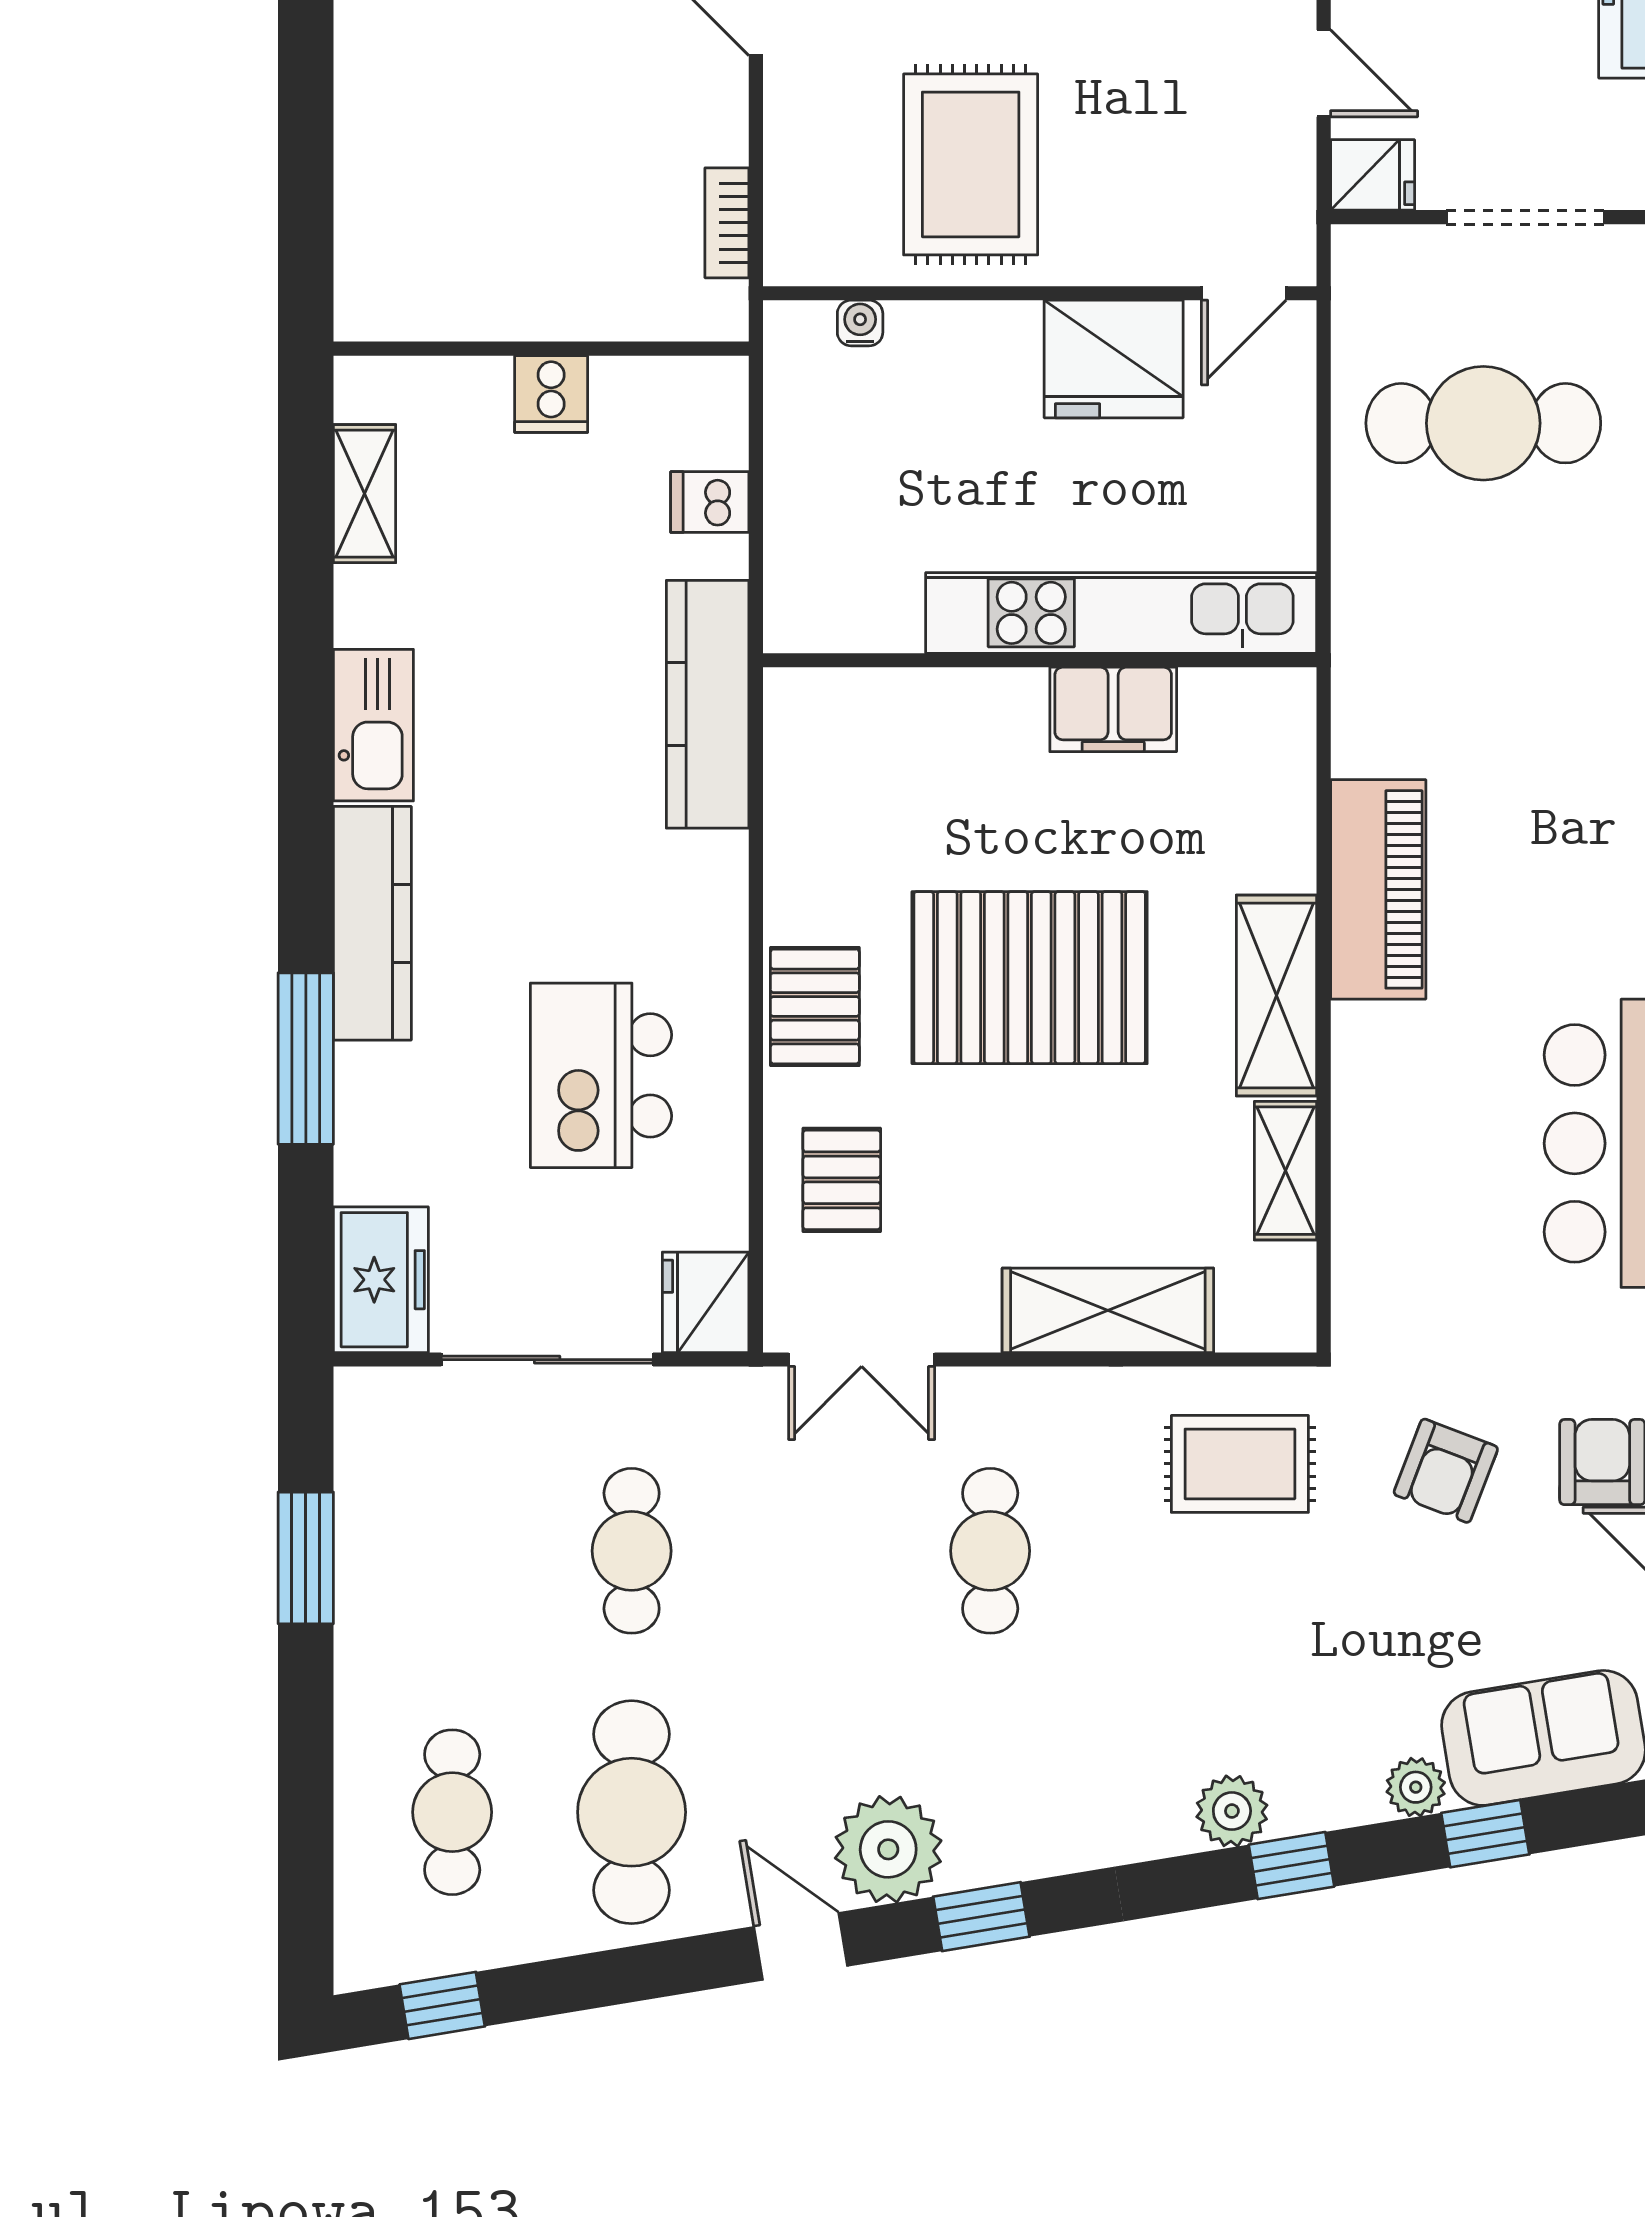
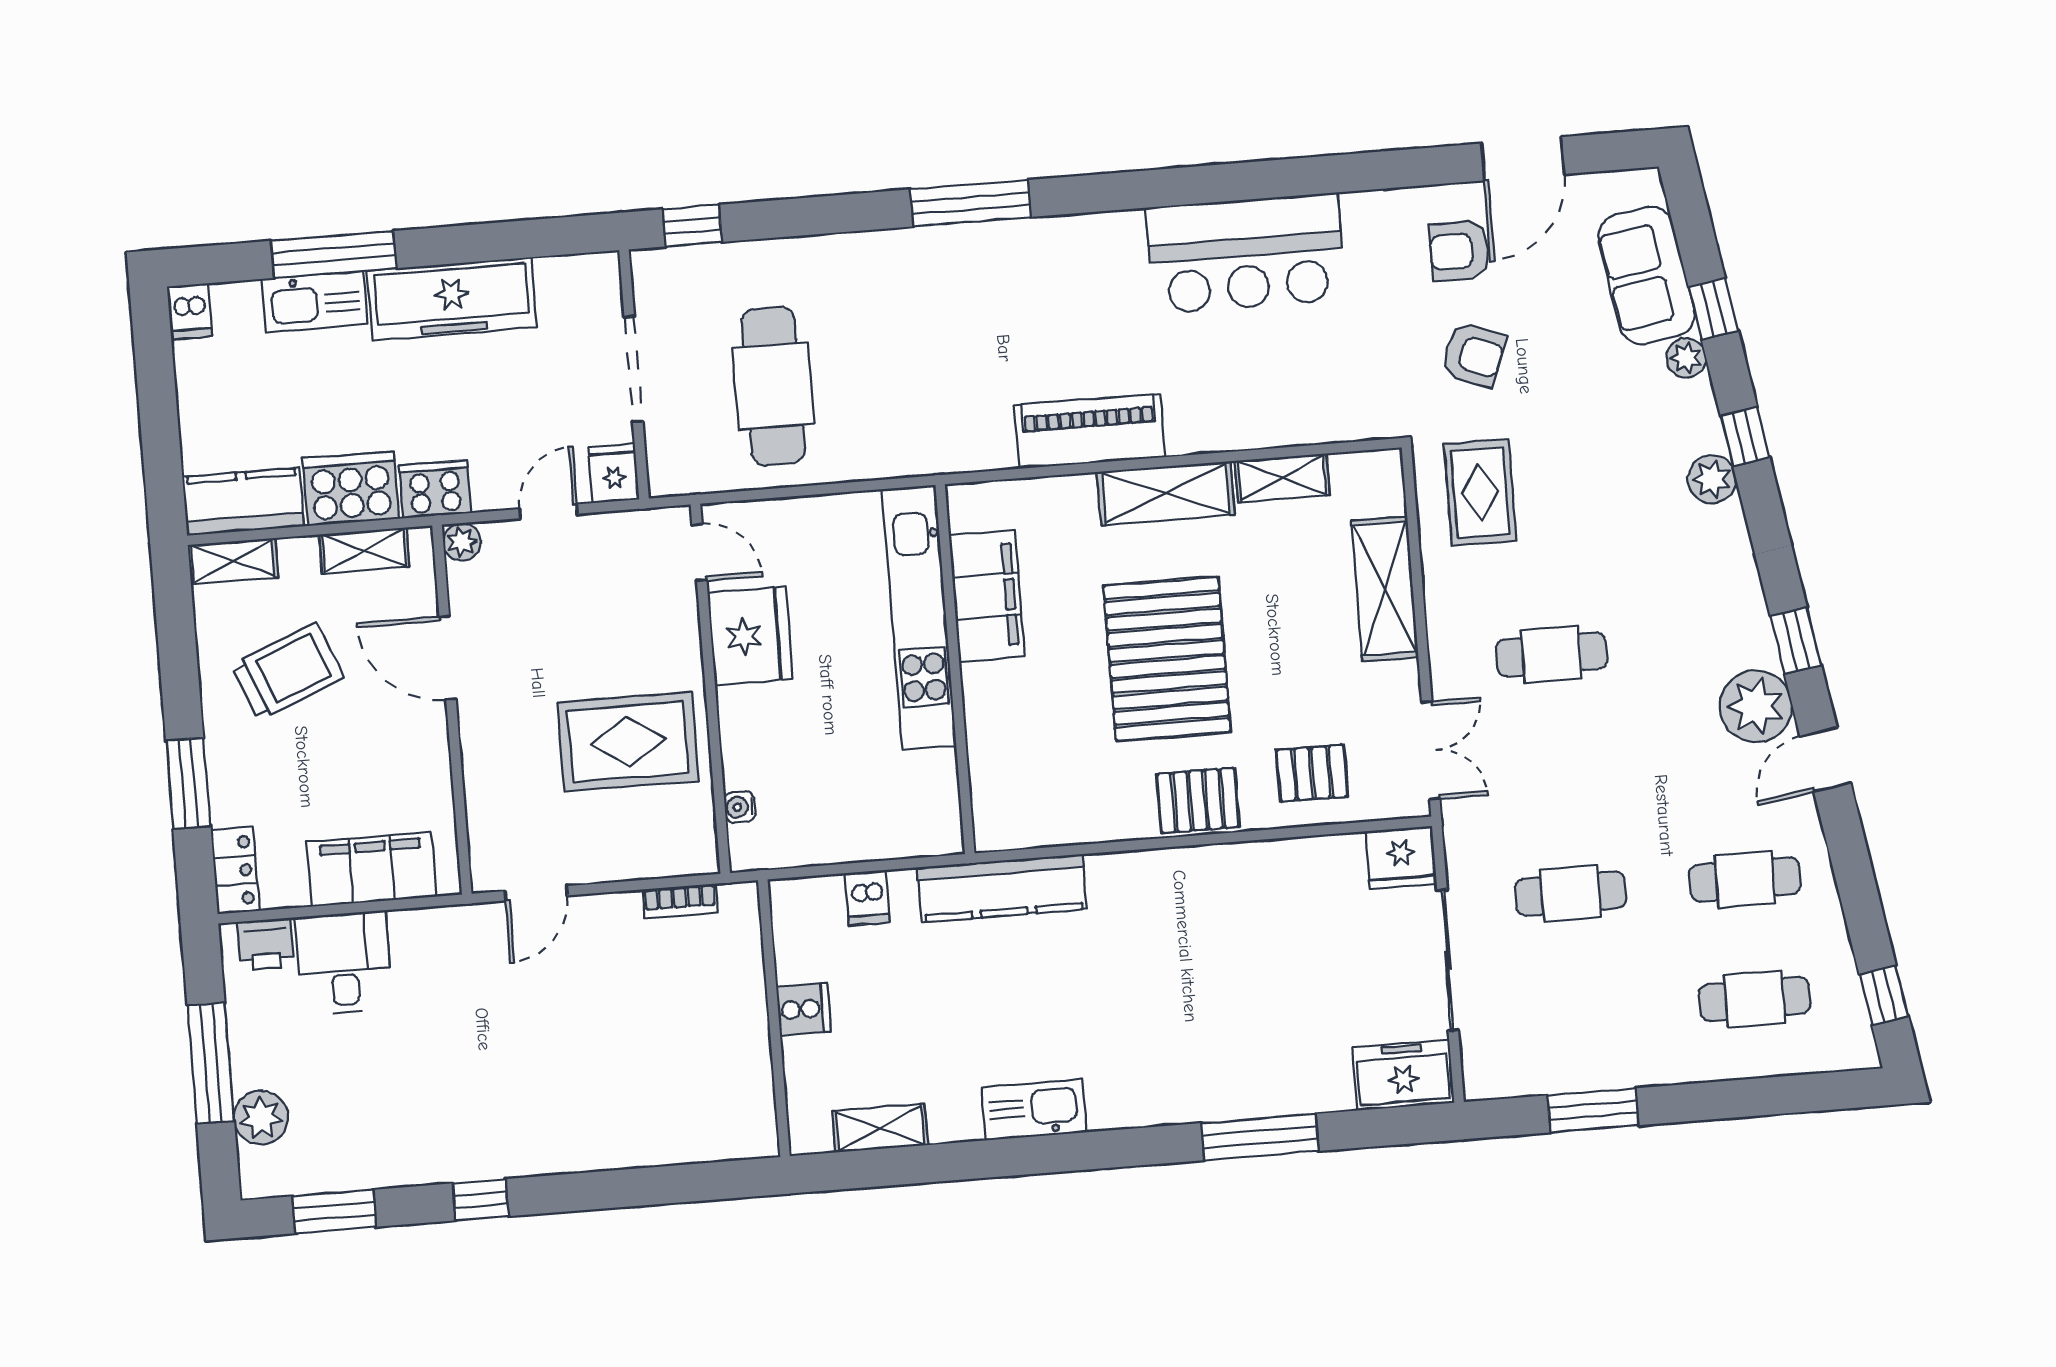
filing cabinet: (1113, 709) -> (987, 596), width x1.50, depth x1.17
kitchen counter: (372, 923) -> (1166, 1100), removed
kitchen island: (601, 1075) -> (1255, 939), removed
cafe table: (632, 1812) -> (1745, 879), width x0.73, depth x0.74

